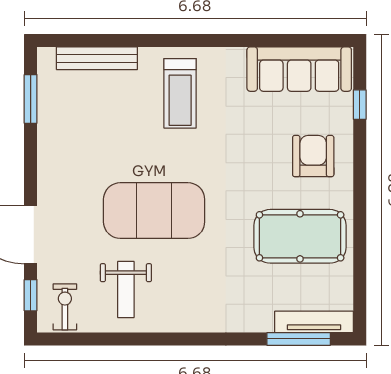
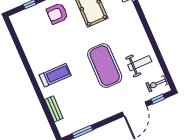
bench: (97, 58) -> (54, 109), width x0.73
sofa: (299, 69) -> (26, 33), removed

